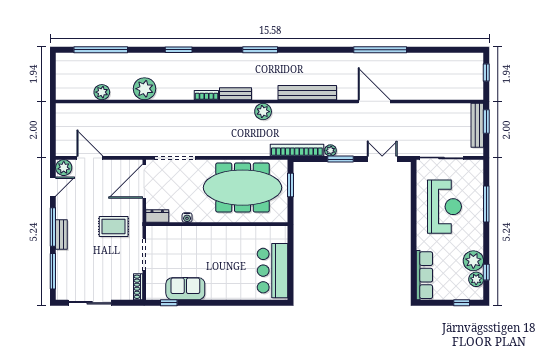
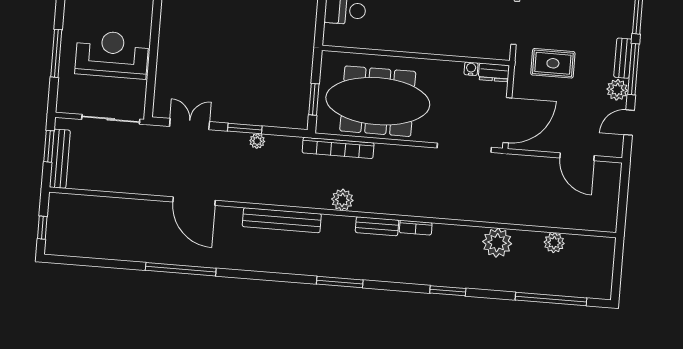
window: (486, 121) -> (49, 146), moved
bookcase: (297, 150) -> (338, 148), moved
double door: (382, 159) -> (190, 124), swing flipped
plant: (64, 168) -> (617, 90), moved
reception desk: (444, 207) -> (112, 54), turned 90
water cooler: (187, 218) -> (471, 69), moved

